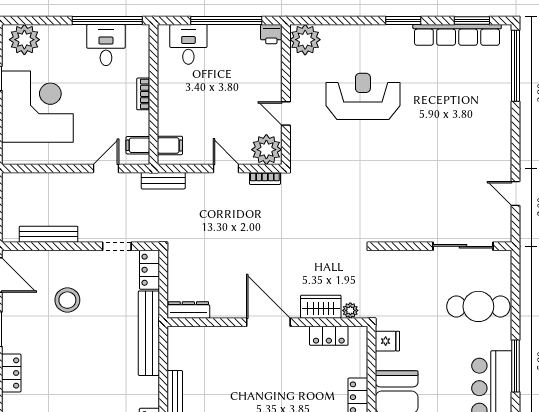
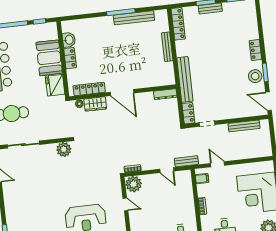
filing cabinet: (170, 145) -> (185, 180), removed
door: (106, 168) -> (218, 164), swing flipped
door: (226, 168) -> (167, 170), moved
plant: (389, 229) -> (64, 149), added
stool: (67, 300) -> (255, 76), moved
locker: (329, 336) -> (89, 89), width x1.53
fridge: (387, 341) -> (55, 85), width x1.88, depth x1.34

